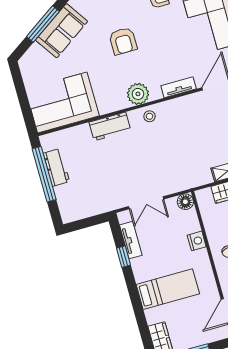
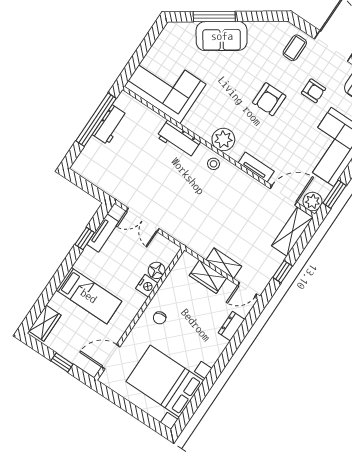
armchair: (123, 41) -> (269, 99), moved
floor lamp: (185, 202) -> (157, 270), moved

